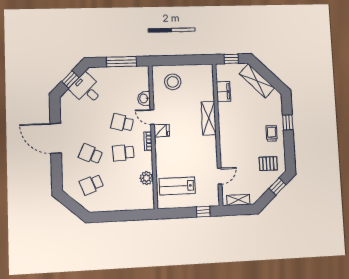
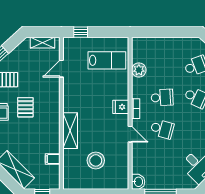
stool: (173, 82) -> (96, 160), moved
filing cabinet: (223, 92) -> (53, 159), width x0.50
washbasin: (144, 98) -> (138, 182), moved
fridge: (162, 131) -> (121, 107), moved
pallet: (251, 139) -> (25, 107), added

